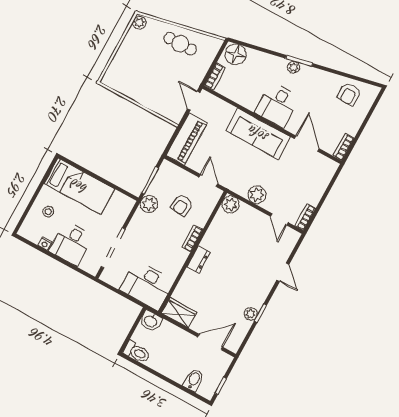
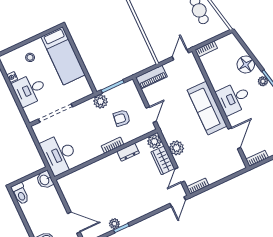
floor lamp: (236, 54) -> (246, 65), moved
piano: (187, 139) -> (151, 77), width x0.73, depth x0.75
dresser: (198, 260) -> (128, 152), moved
door: (283, 272) -> (178, 202), moved
wardrobe: (179, 313) -> (163, 160), moved, turned 180

